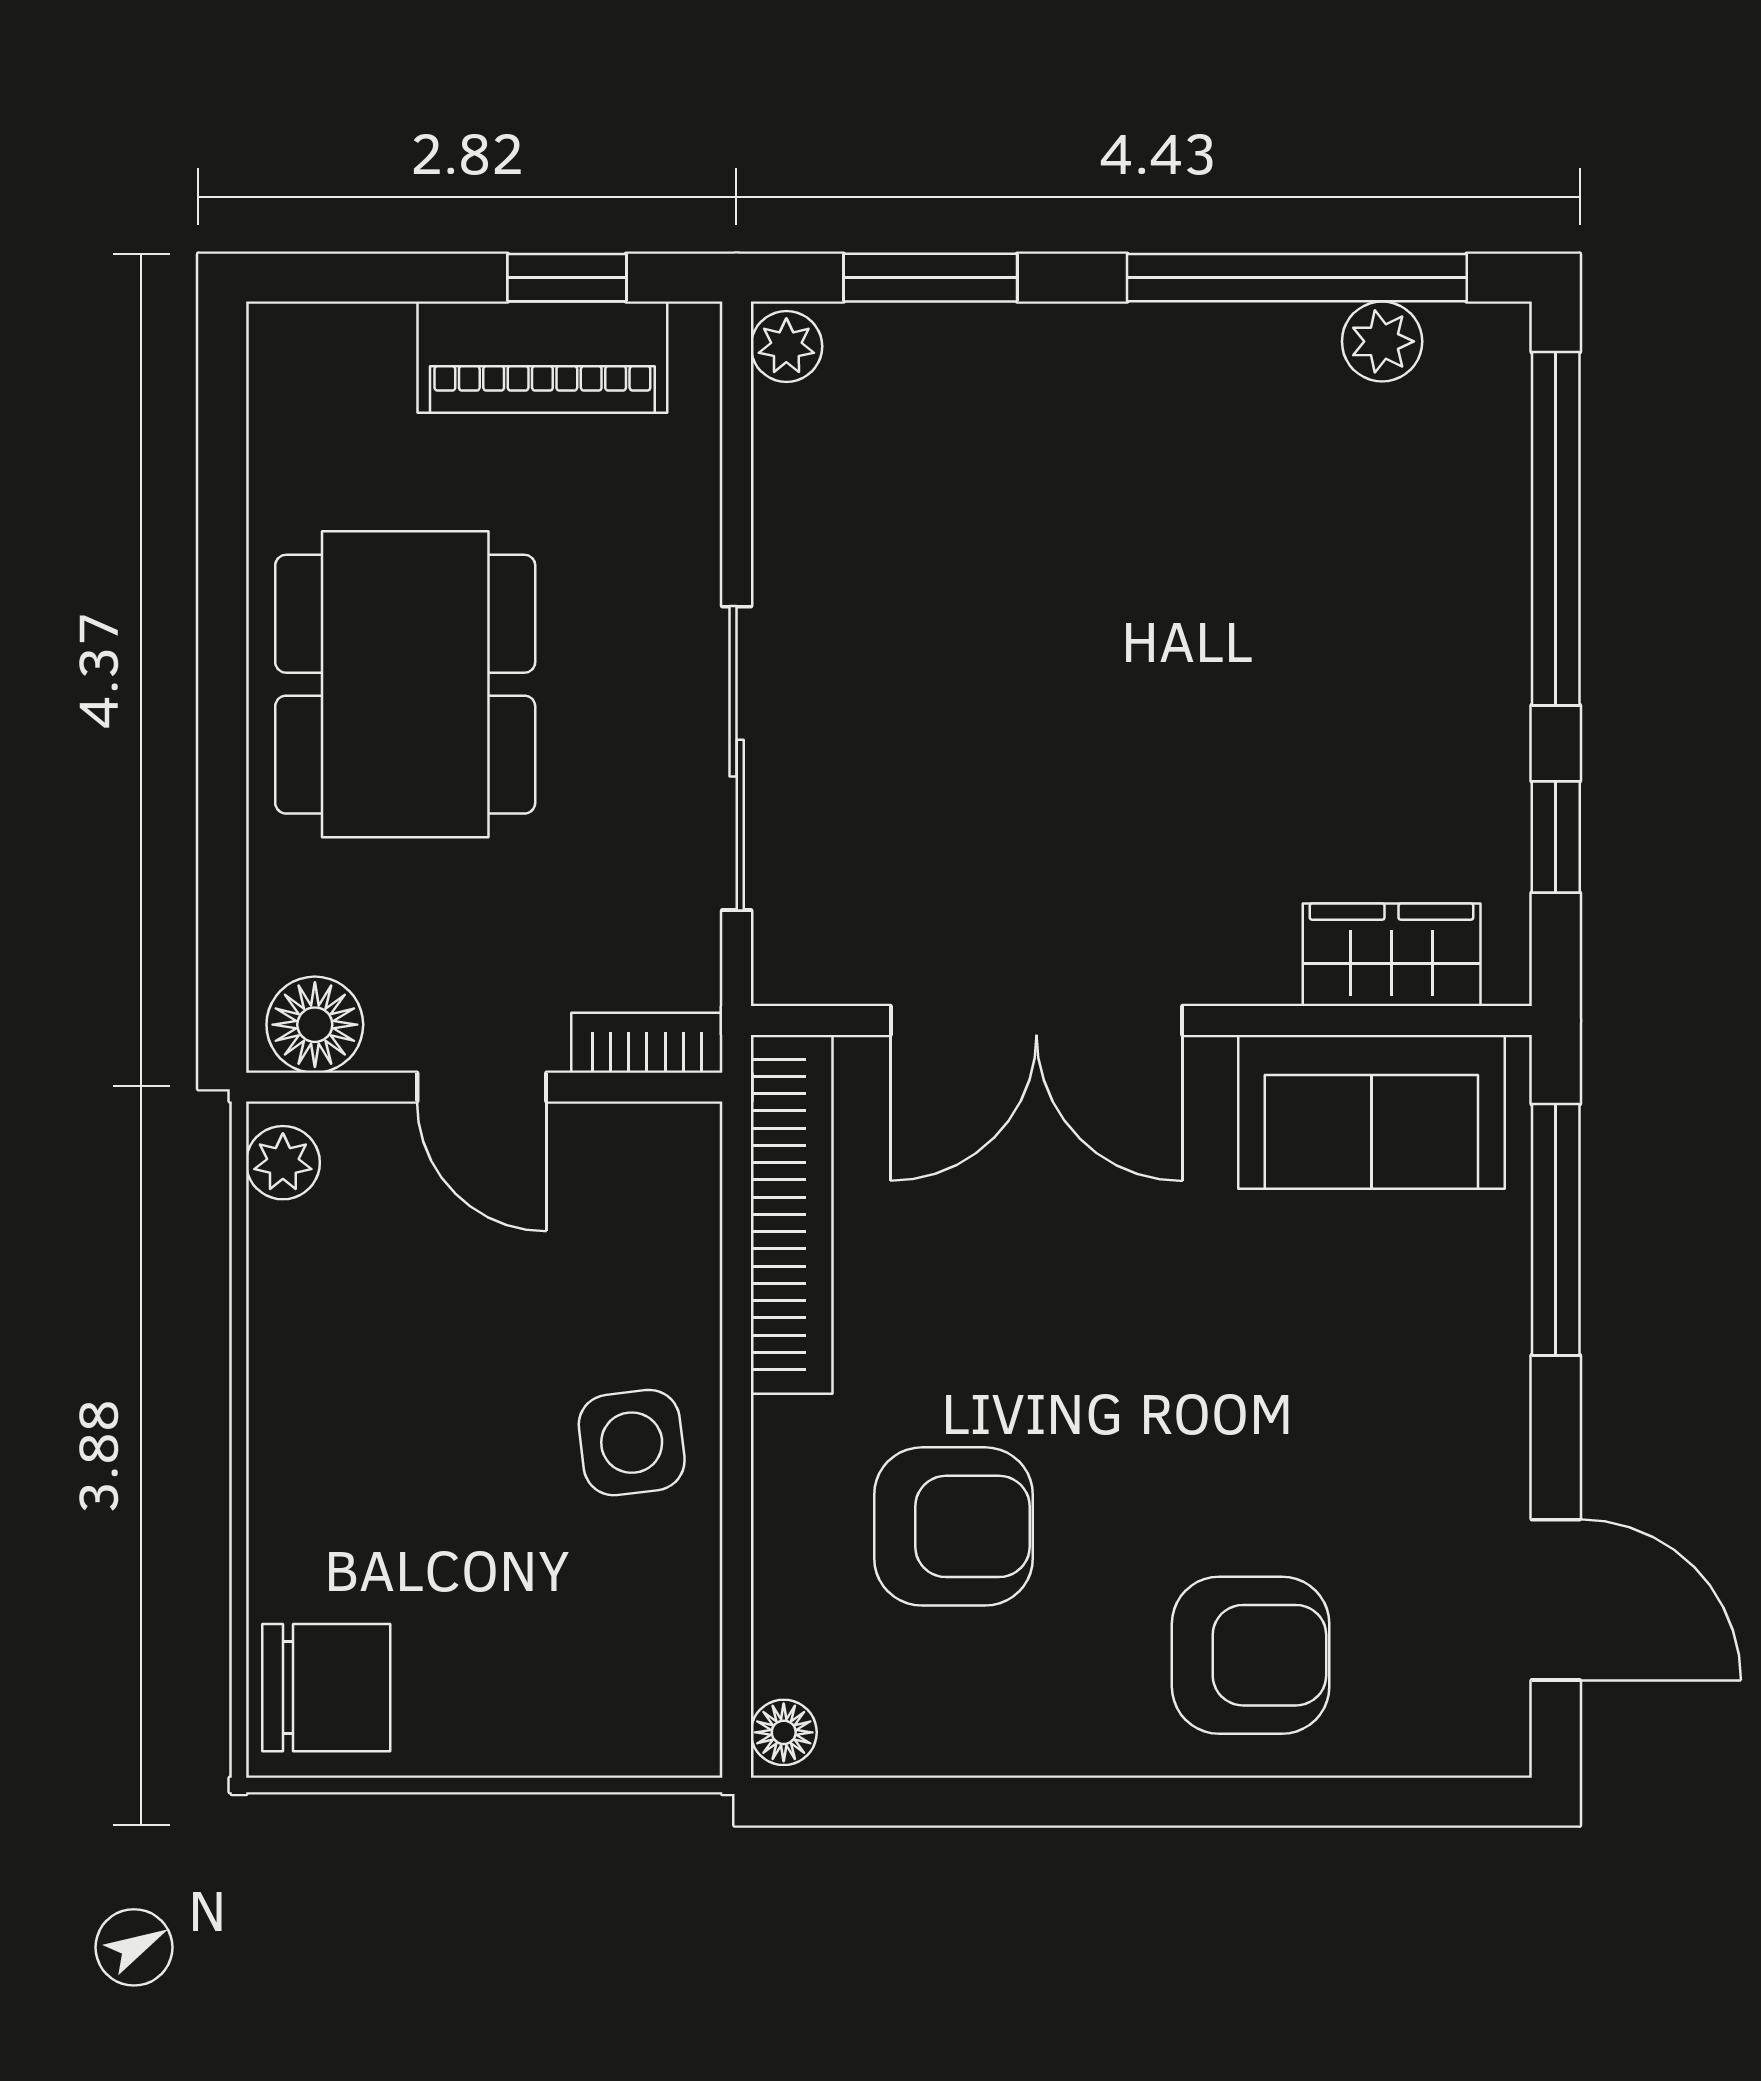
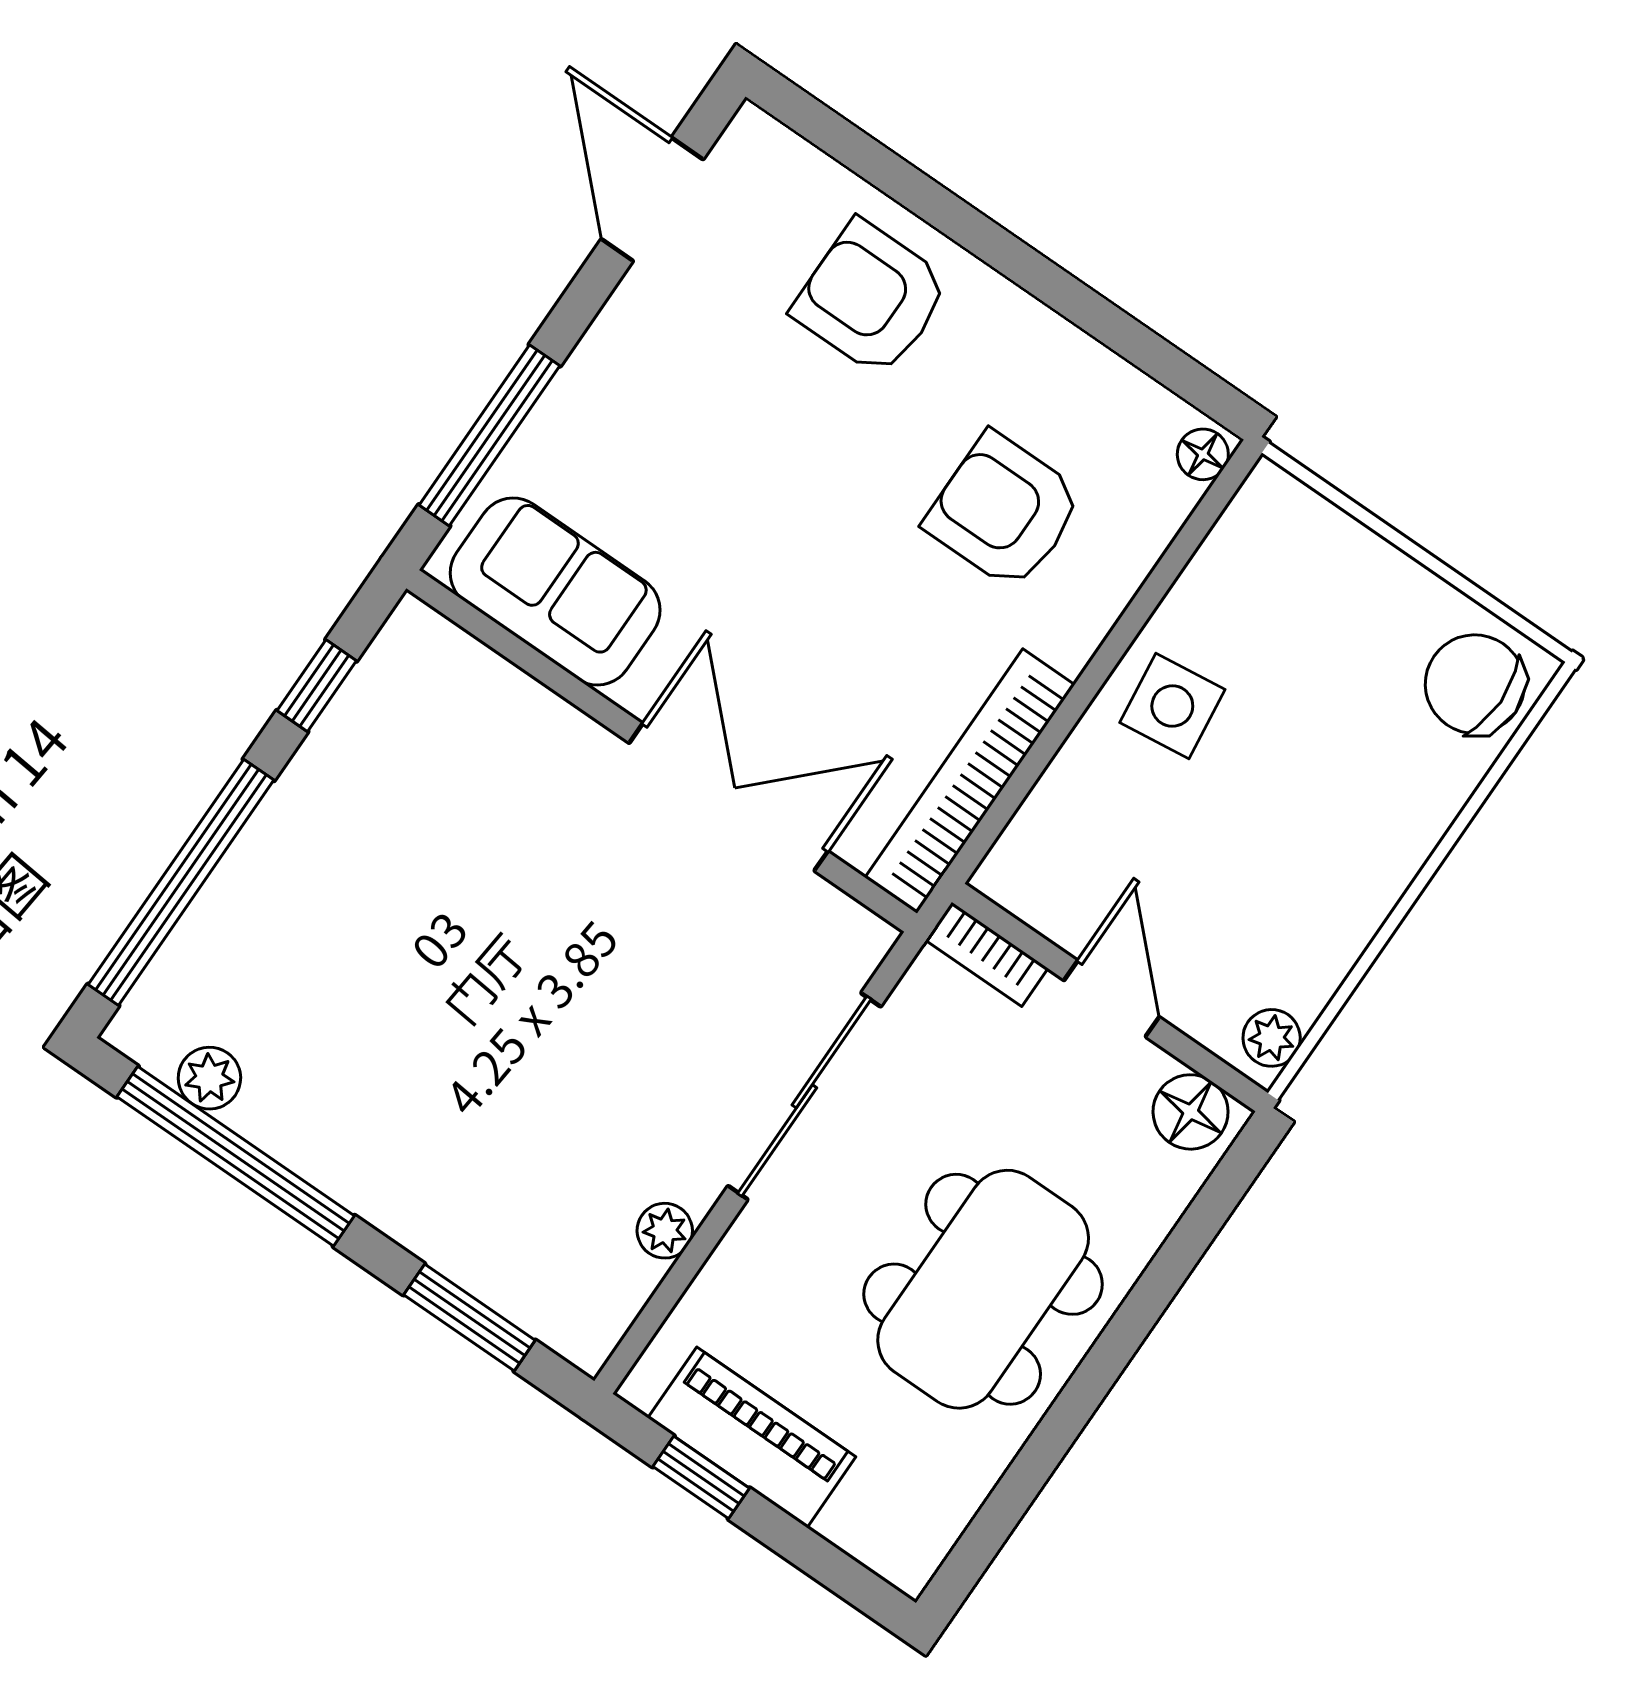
plant: (786, 346) -> (665, 1231), moved
wardrobe: (1392, 955) -> (473, 683), removed

